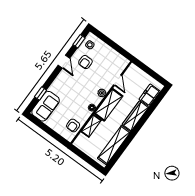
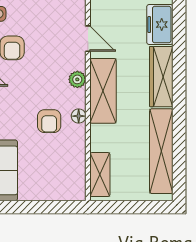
armchair: (73, 125) -> (49, 121), moved
shelving: (91, 126) -> (100, 175), moved

